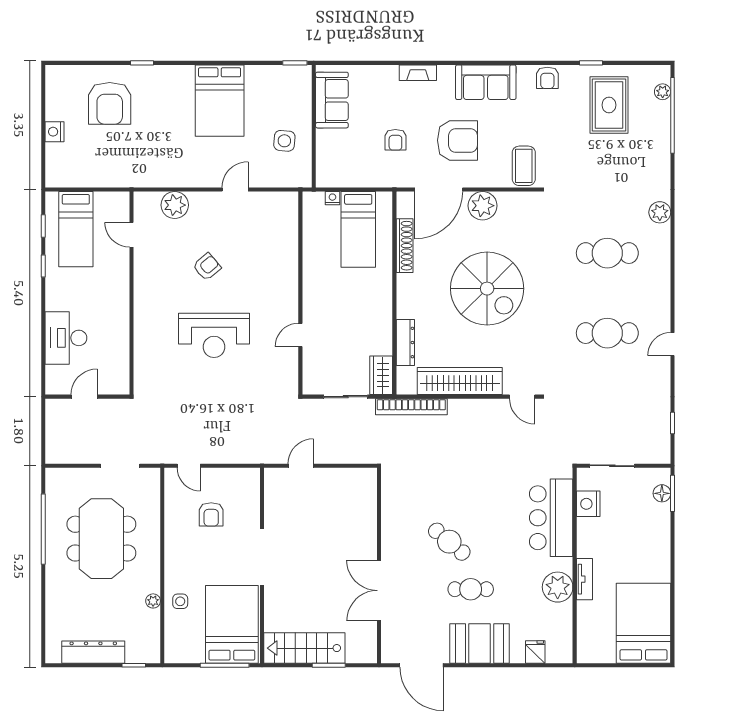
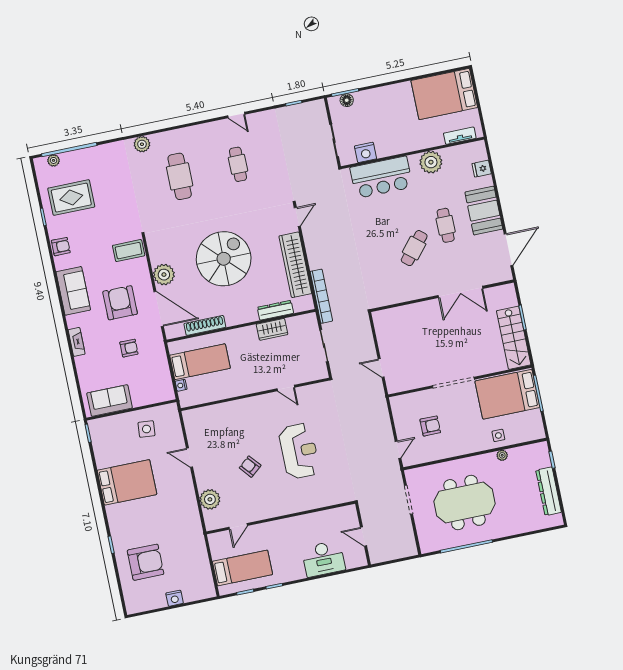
cafe table: (607, 333) -> (238, 164), width x0.73, depth x0.74
wardrobe: (381, 375) -> (272, 329), moved
tv unit: (585, 579) -> (460, 136), moved

